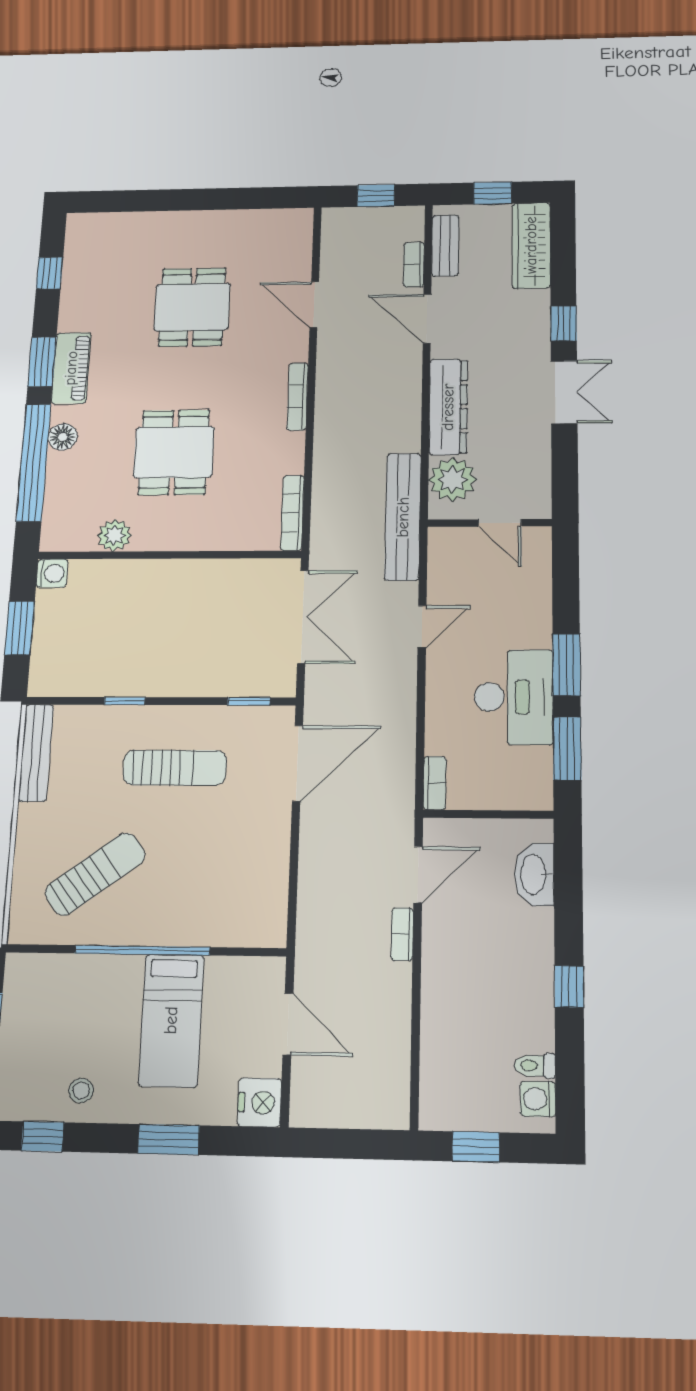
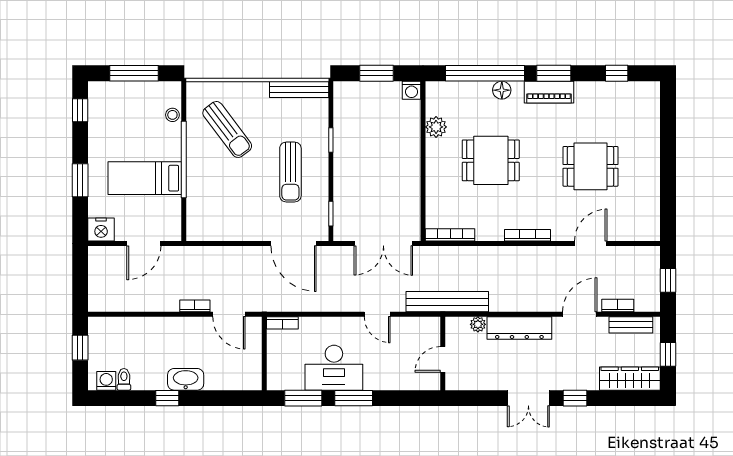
plant: (453, 479) -> (478, 324), width x0.53, depth x0.53
washbasin: (534, 874) -> (186, 379), moved
stool: (81, 1090) -> (172, 115), moved

